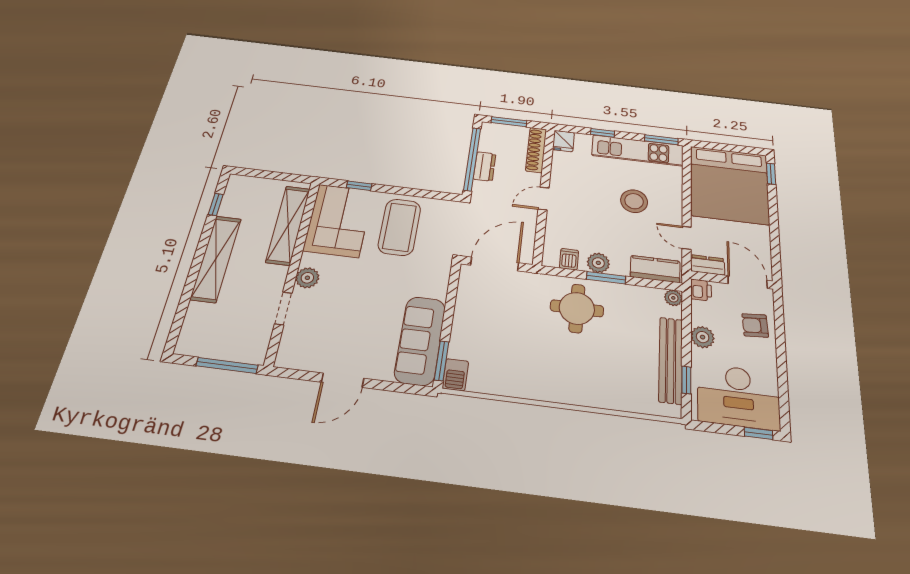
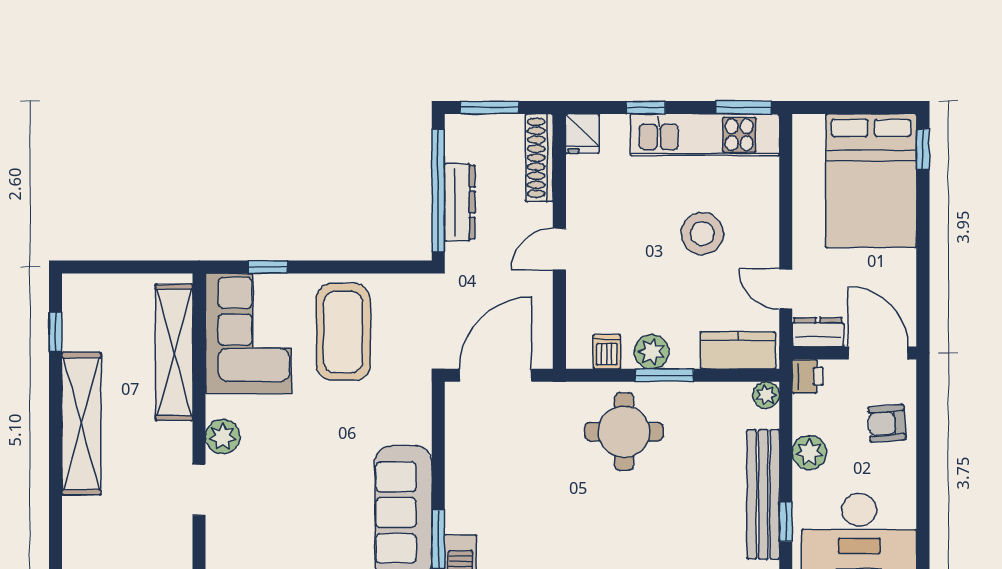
dresser: (485, 167) -> (460, 202), width x1.44
bed: (730, 185) -> (871, 181), width x0.73

